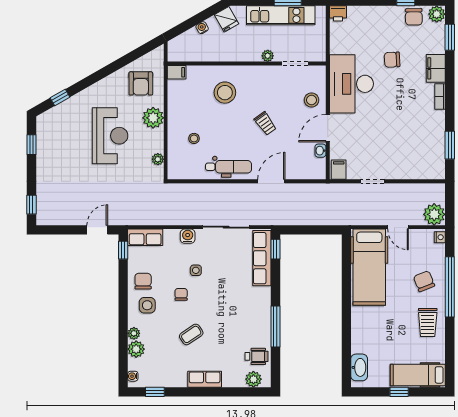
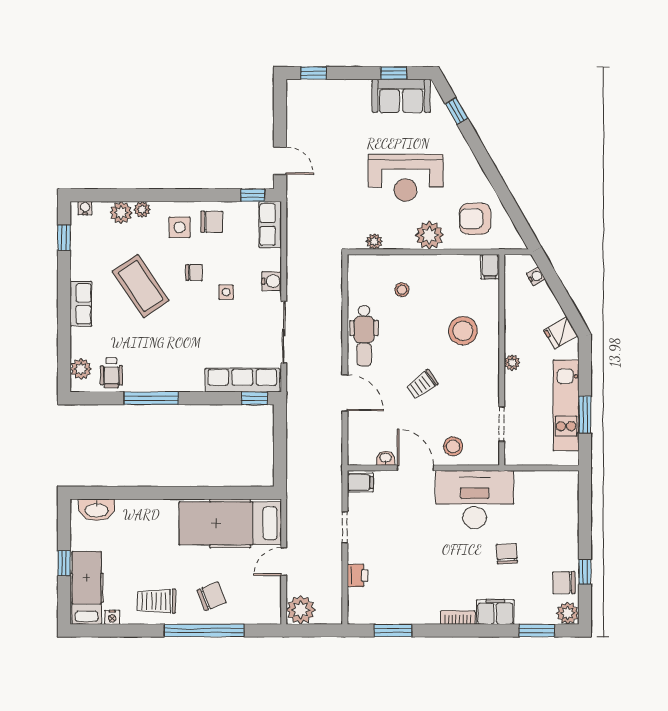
printer: (338, 13) -> (358, 576), moved, turned 180
water cooler: (202, 28) -> (536, 276), moved
plant: (268, 56) -> (512, 363), moved
sofa: (49, 139) -> (401, 96), added
nightstand: (440, 237) -> (112, 617), moved
coffee table: (191, 334) -> (141, 286), width x1.86, depth x1.72

